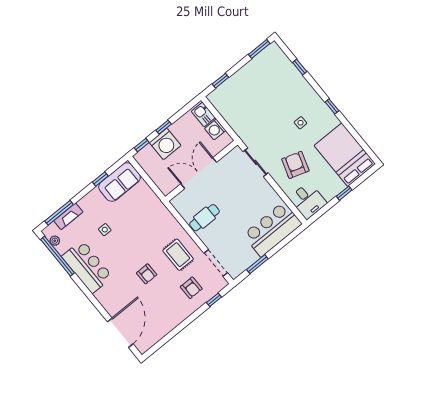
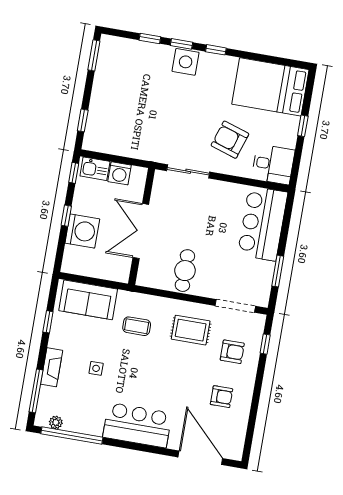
window: (315, 86) -> (181, 44), added
side table: (300, 123) -> (186, 62), moved, width x1.87, depth x1.87
window: (142, 145) -> (74, 173), moved
sofa: (120, 182) -> (88, 300), moved, turned 90
fireplace: (68, 216) -> (52, 367), moved
coffee table: (149, 226) -> (137, 326), added
bar counter: (87, 267) -> (137, 425), moved
armchair: (147, 274) -> (221, 397), moved

